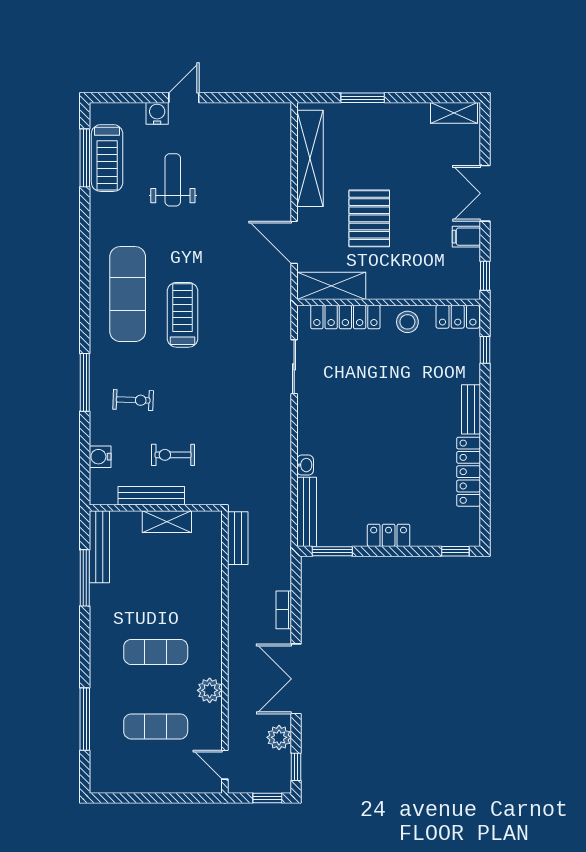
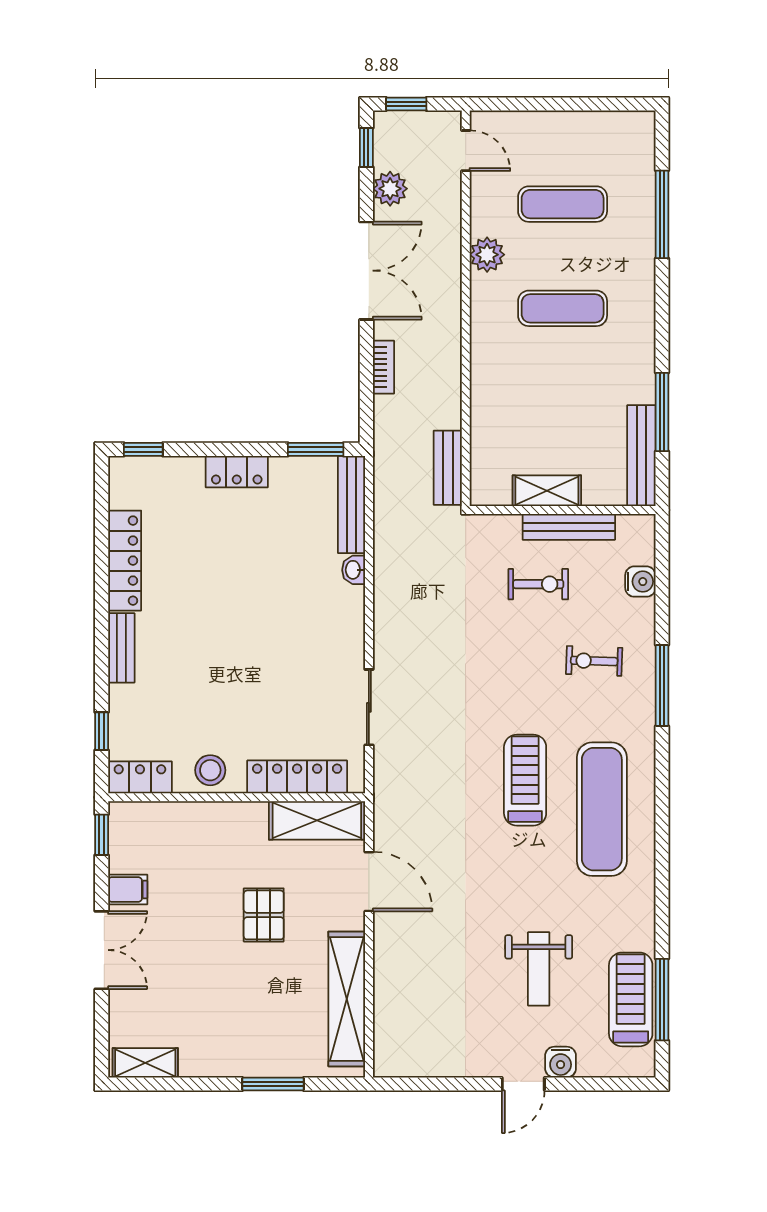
pallet: (369, 218) -> (264, 915), width x0.67, depth x0.71
treadmill: (182, 315) -> (525, 780), turned 180

